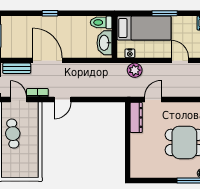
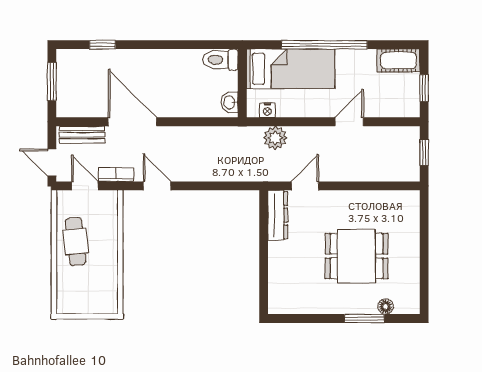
window: (50, 13) -> (102, 45), moved
window: (165, 13) -> (324, 45), width x2.11
washbasin: (105, 43) -> (230, 102), width x0.52, depth x0.69
door: (180, 60) -> (349, 122), hinge flipped
door: (62, 100) -> (157, 186), swing flipped

